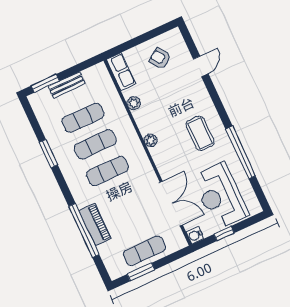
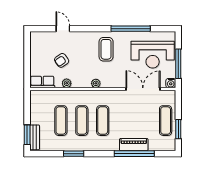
armchair: (160, 58) -> (62, 60), moved
bench: (67, 85) -> (35, 137), moved
coffee table: (200, 133) -> (106, 49), turned 90
window: (224, 234) -> (178, 64), width x2.17

